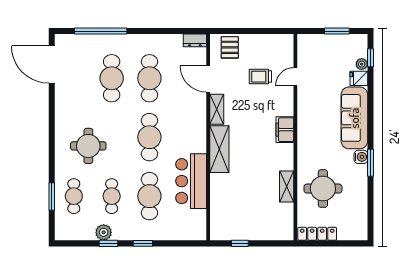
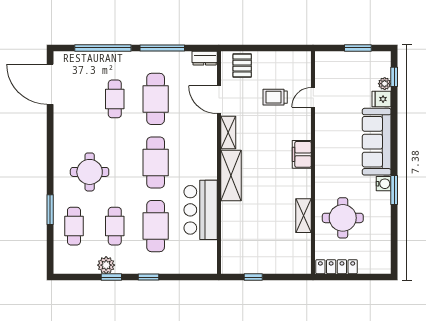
window: (156, 31) -> (162, 48), added
cafe table: (112, 78) -> (115, 99), width x0.73, depth x0.74
window: (52, 196) -> (50, 210), moved

